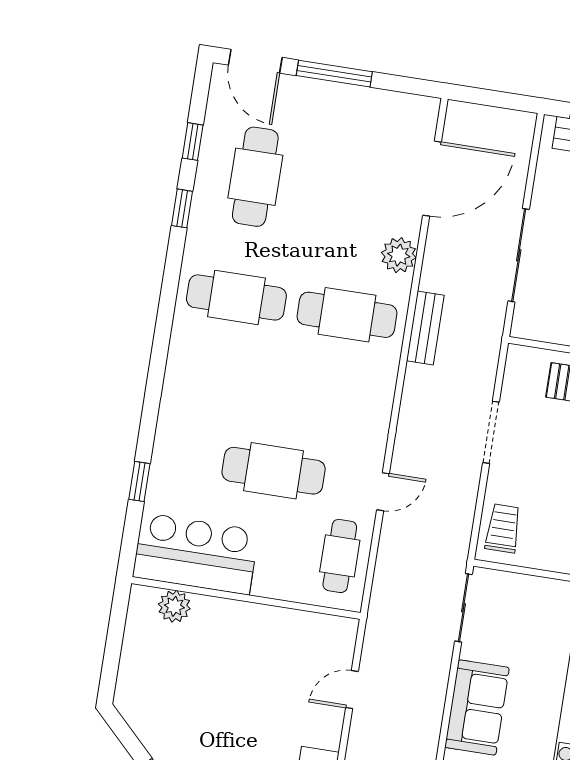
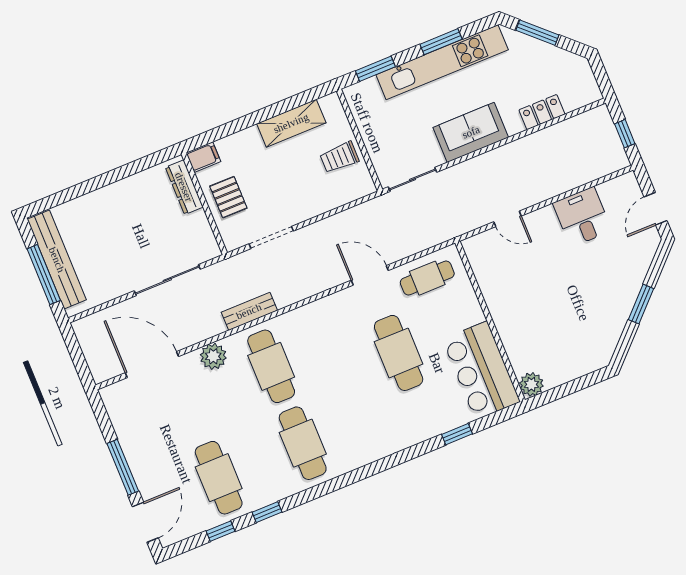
cafe table: (255, 177) -> (219, 478), turned 90
doorway: (491, 432) -> (271, 237), moved
door: (383, 492) -> (370, 275), width x1.38
trolley: (503, 528) -> (339, 157), moved
plant: (174, 606) -> (531, 384), moved

